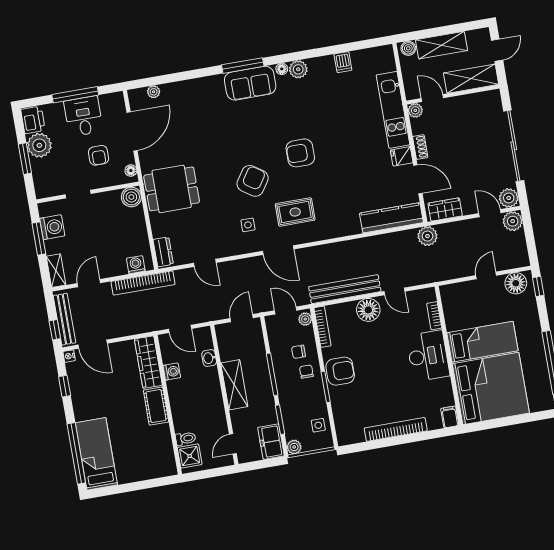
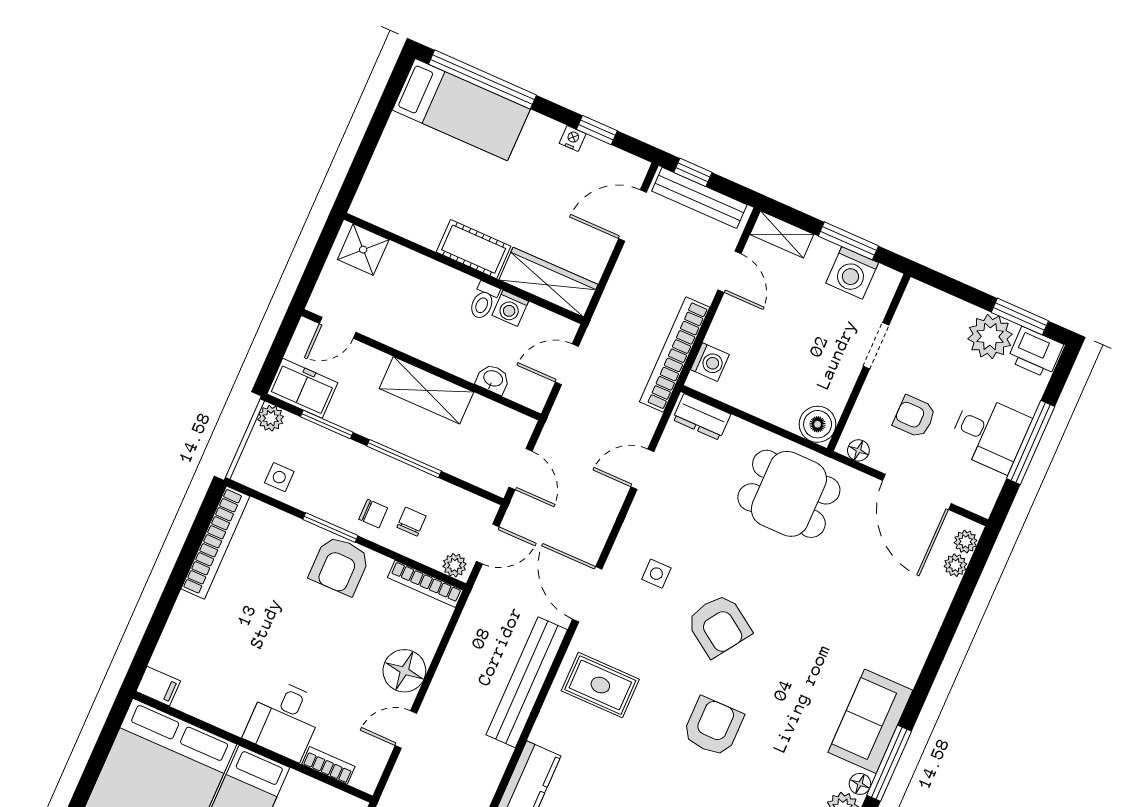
window: (243, 66) -> (889, 763), moved
plant: (140, 94) -> (966, 542), added
window: (25, 159) -> (1020, 317), moved
dining table: (172, 189) -> (789, 494), turned 90
rug: (295, 212) -> (600, 685), moved, turned 90
door: (278, 250) -> (587, 594), hinge flipped
bench: (345, 289) -> (527, 682), moved
nightstand: (69, 356) -> (573, 138), moved
desk: (428, 356) -> (284, 720), width x0.73
bookcase: (396, 429) -> (215, 543), moved
toilet: (186, 438) -> (484, 301), moved
door: (233, 444) -> (338, 328), swing flipped

